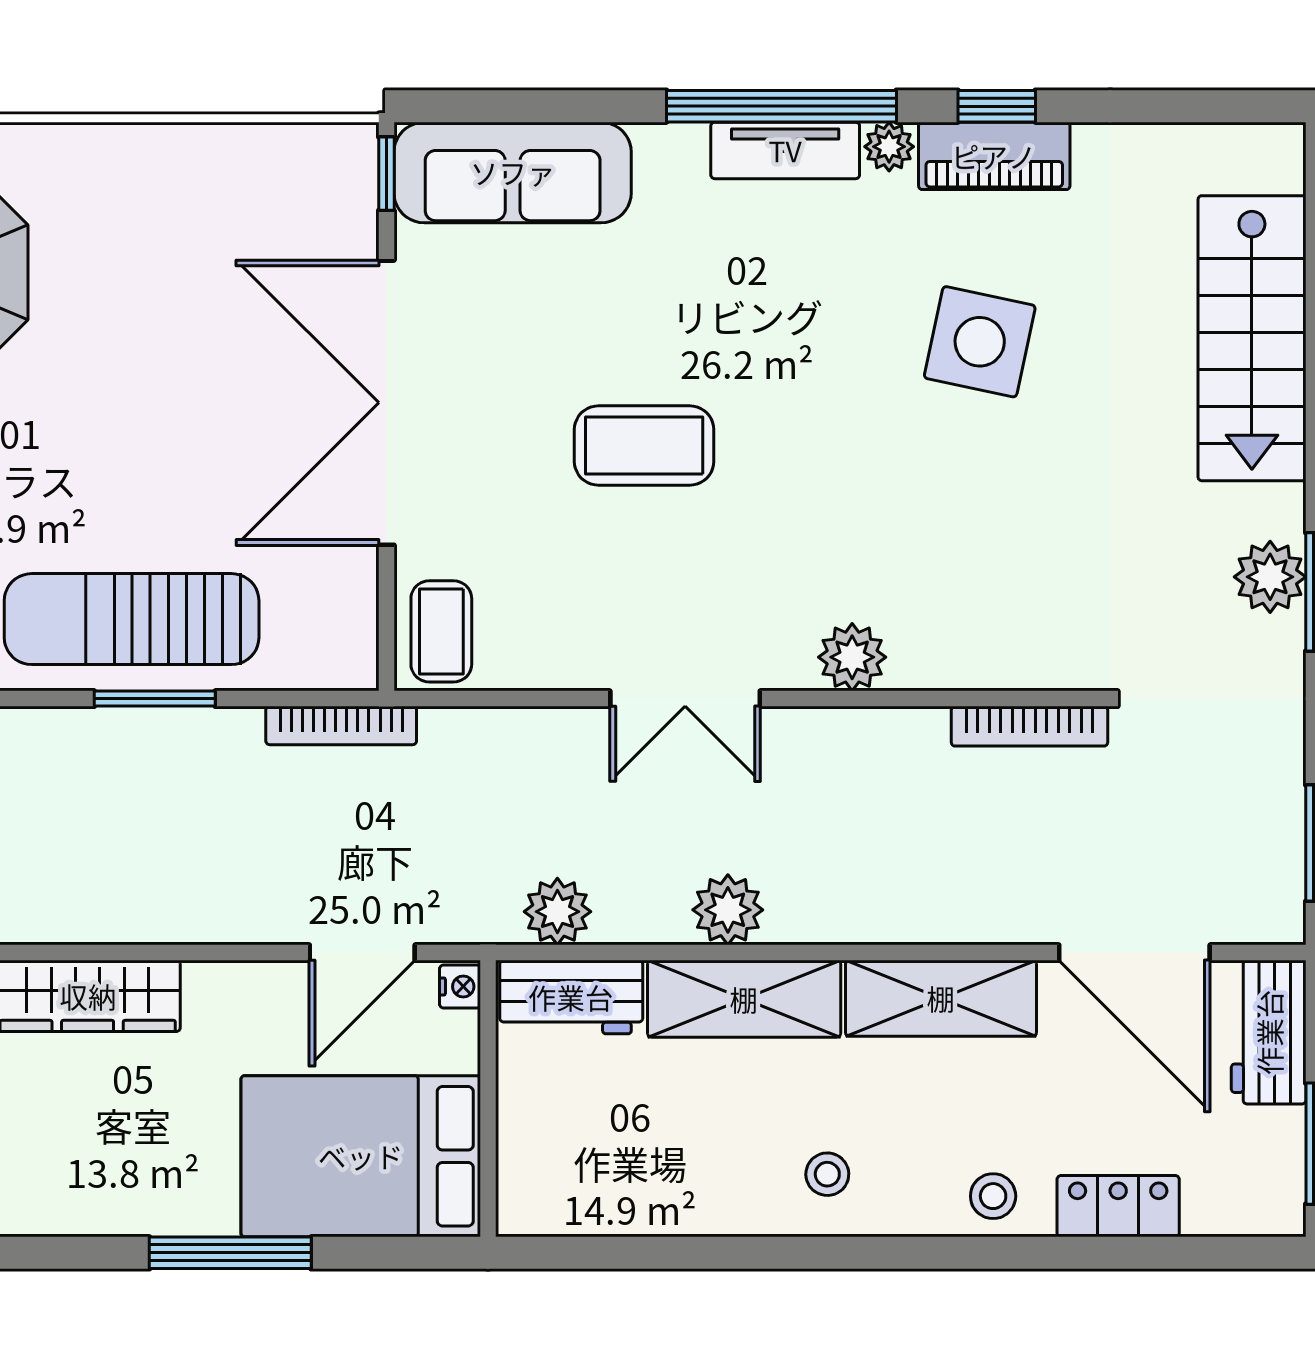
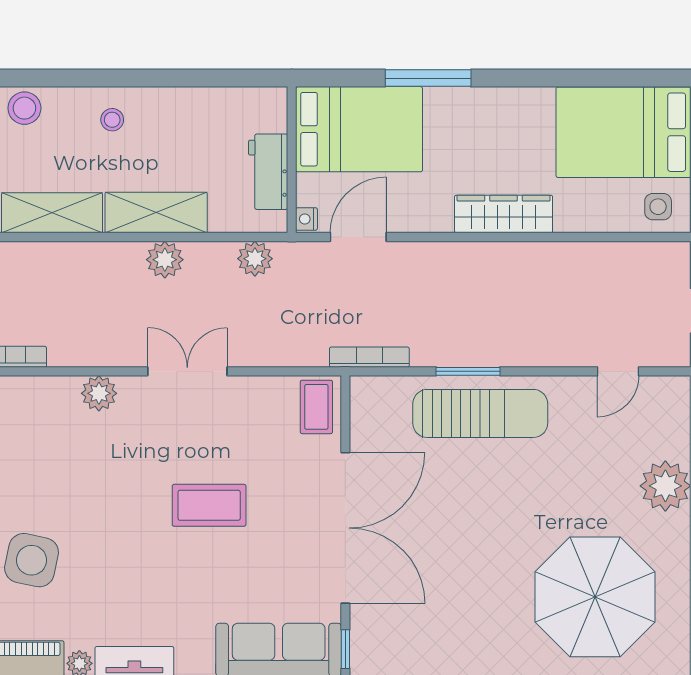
workbench: (571, 997) -> (268, 172), moved, turned -90
stool: (993, 1196) -> (24, 108), width x1.37, depth x1.37

